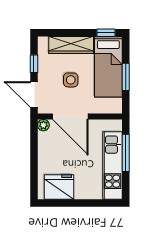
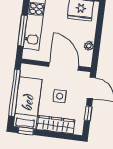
window: (126, 77) -> (14, 93), width x2.11
plant: (43, 125) -> (89, 46), moved

